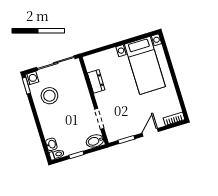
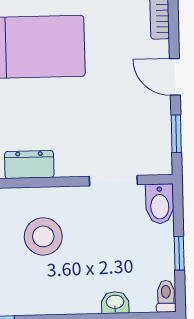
stool: (49, 96) -> (43, 236), moved
washbasin: (51, 144) -> (115, 302), moved

